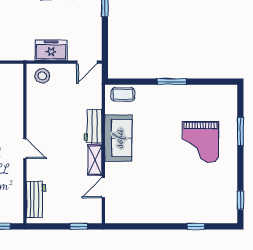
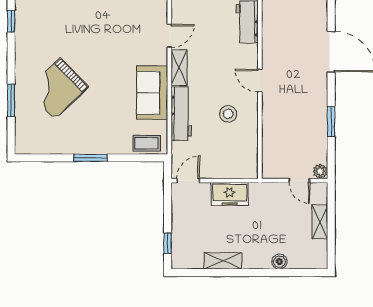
stool: (42, 76) -> (228, 114), moved
workbench: (93, 126) -> (181, 114), width x1.38
grand piano: (200, 142) -> (57, 88), turned -134

